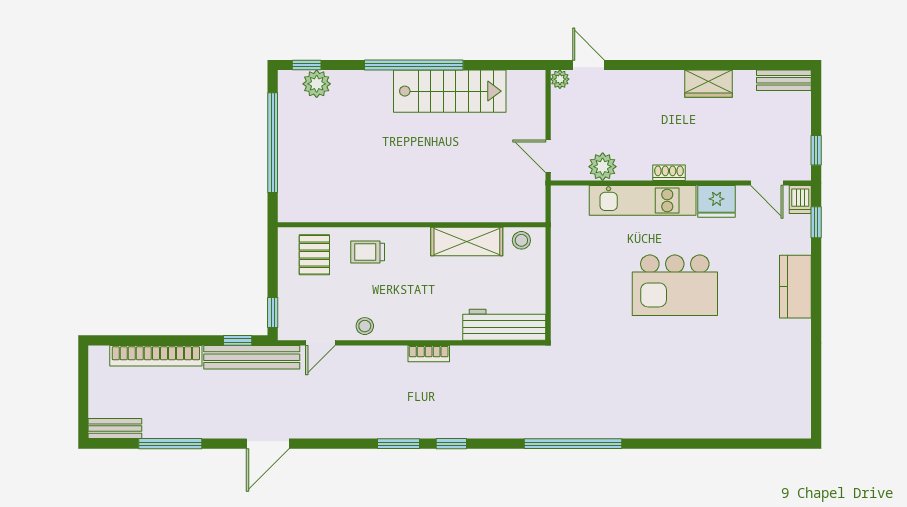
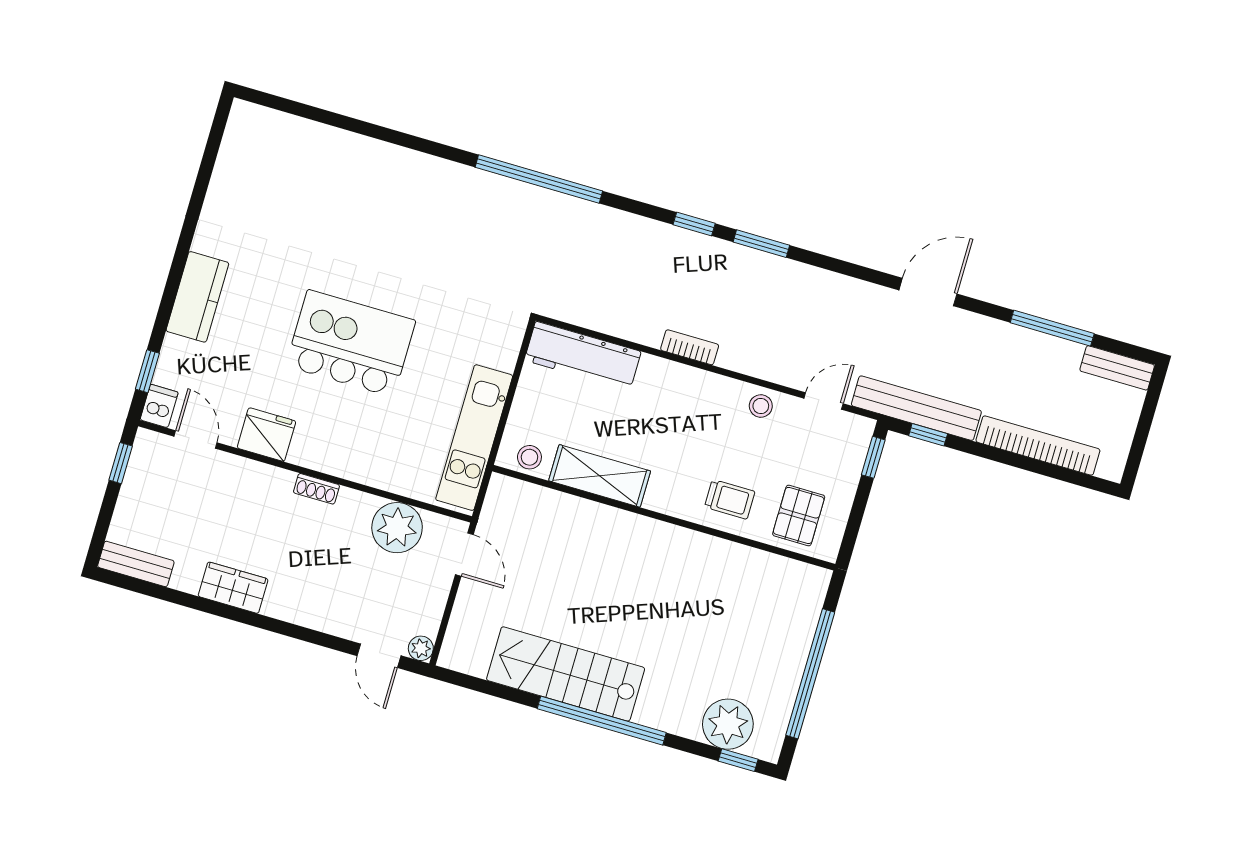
plant: (317, 84) -> (728, 724), width x1.36, depth x1.36
plant: (603, 167) -> (397, 528), width x1.36, depth x1.36
kitchen unit: (643, 200) -> (474, 438), moved, turned -90

